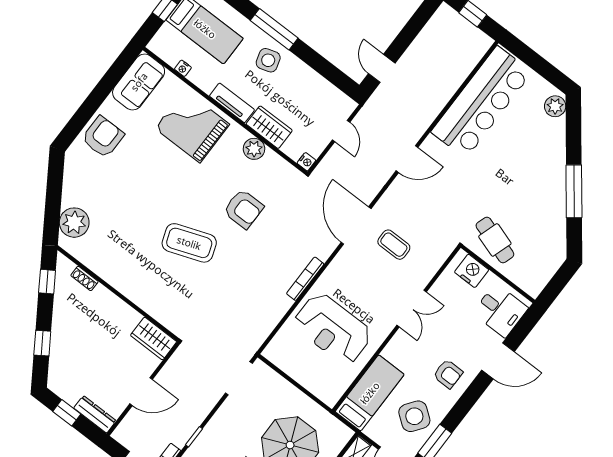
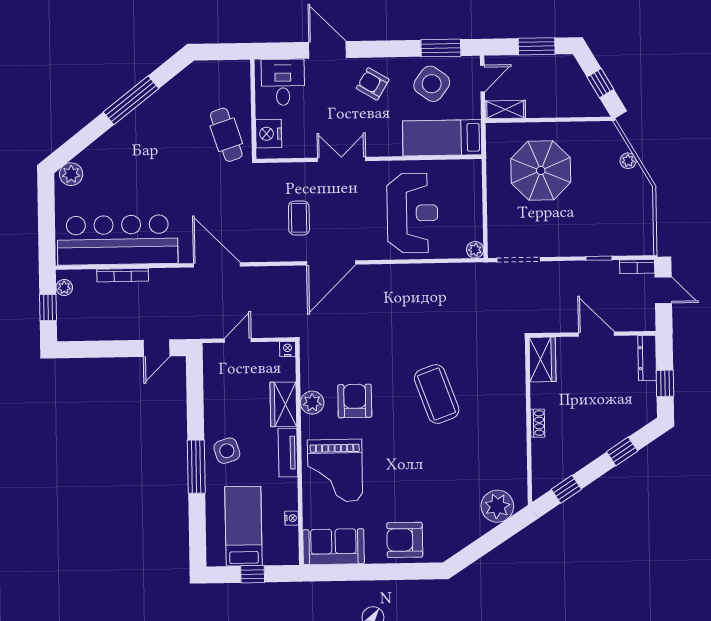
plant: (478, 37) -> (64, 287), added
door: (407, 159) -> (217, 265), width x1.36
armchair: (243, 209) -> (355, 401), moved
door: (356, 226) -> (331, 263), moved
cafe table: (495, 240) -> (226, 135), turned -36
shoe rack: (84, 278) -> (538, 423), moved
bookcase: (305, 279) -> (123, 275), moved
plant: (271, 353) -> (475, 250), added
armchair: (448, 374) -> (373, 84), turned -59

